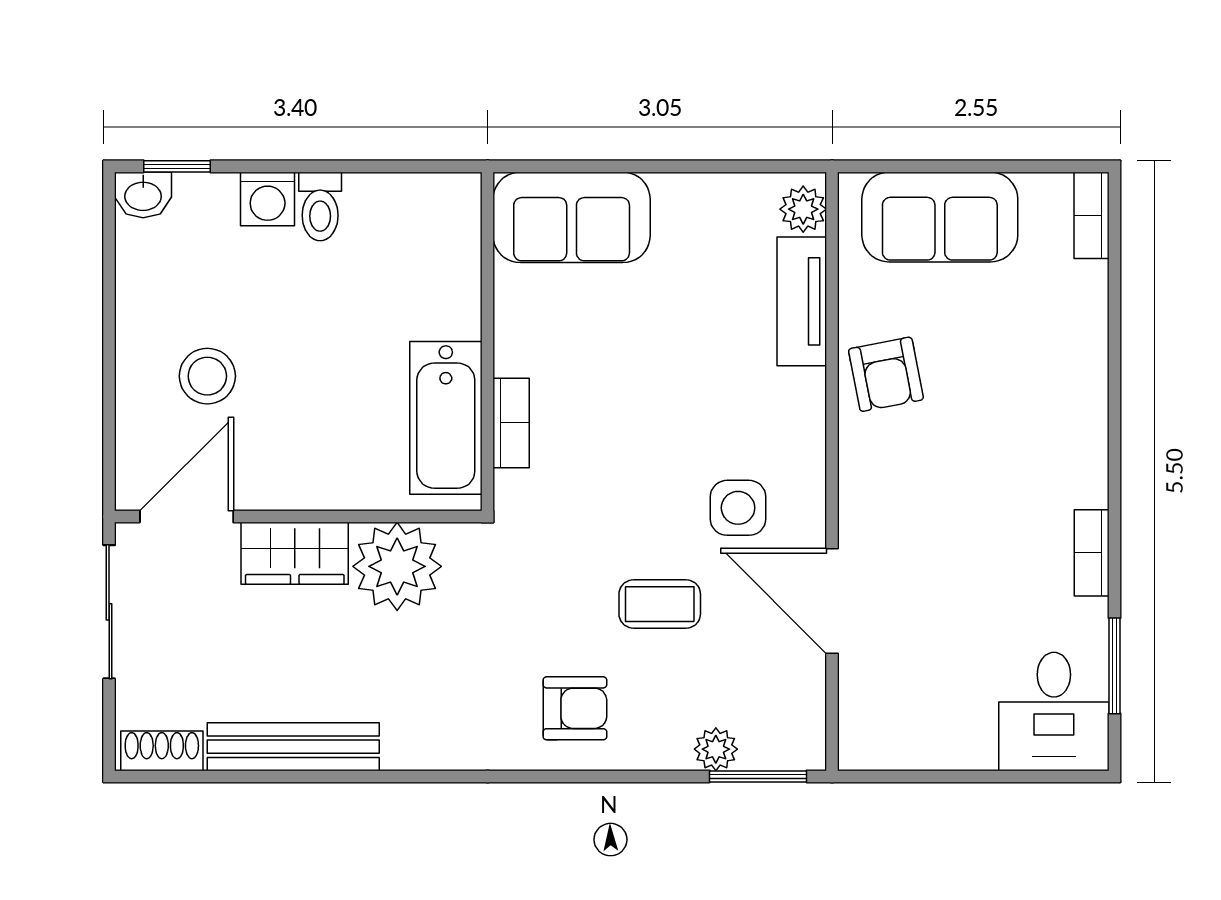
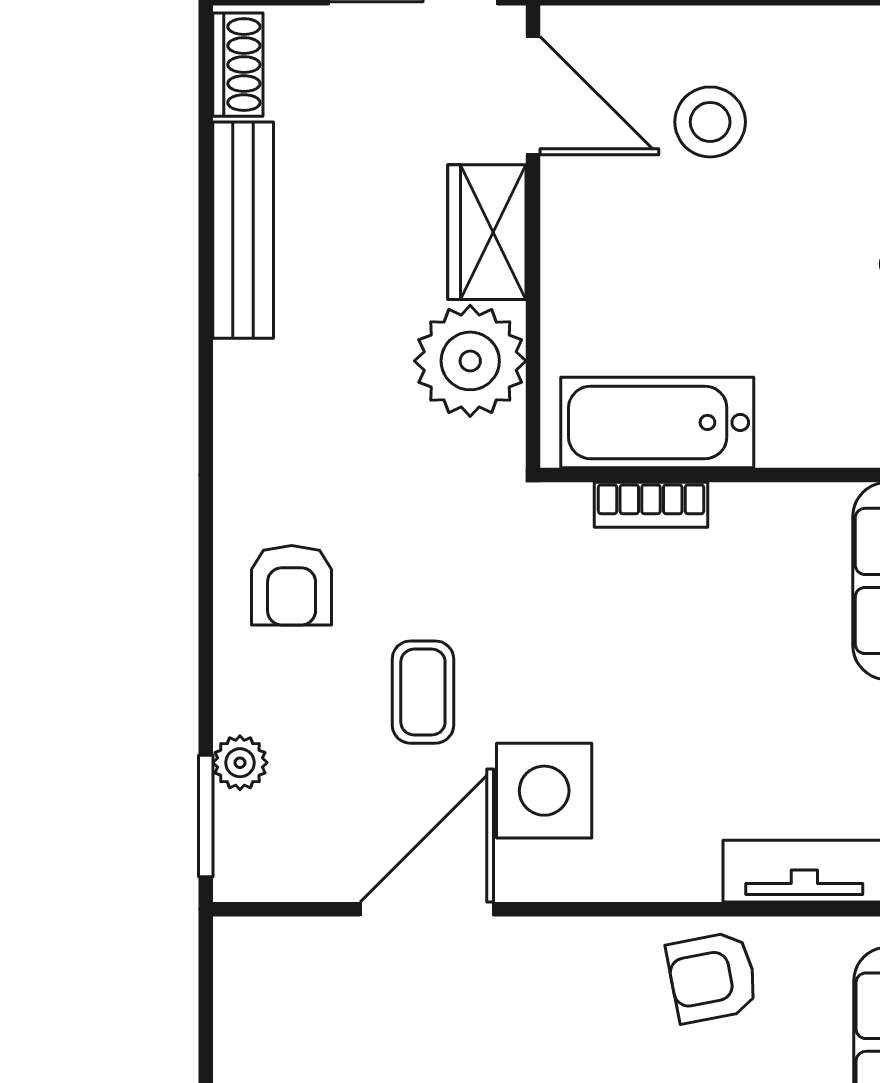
side table: (738, 508) -> (544, 791), width x1.37, depth x1.37

